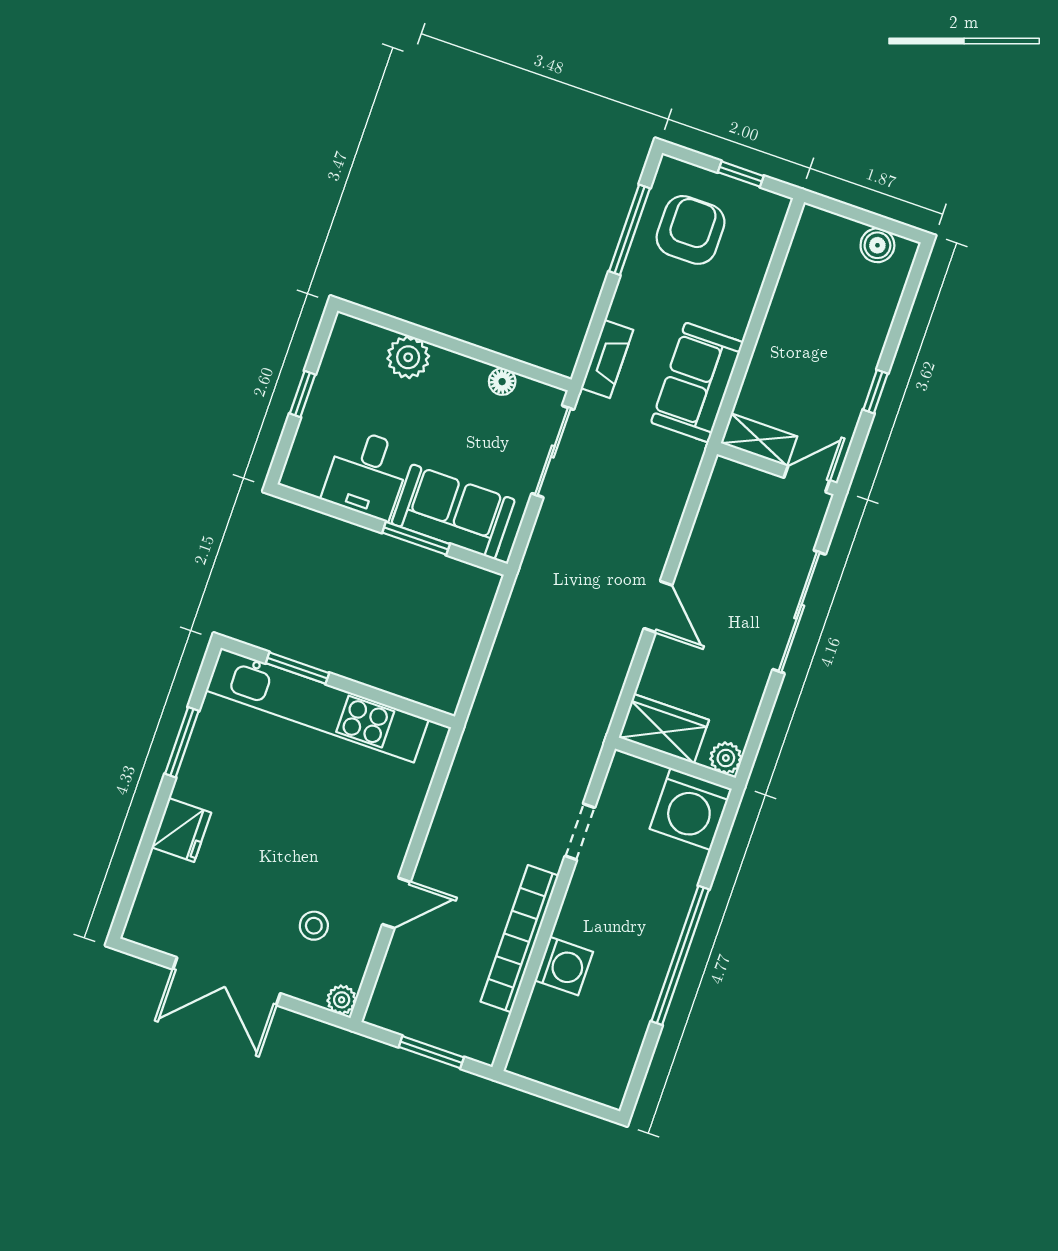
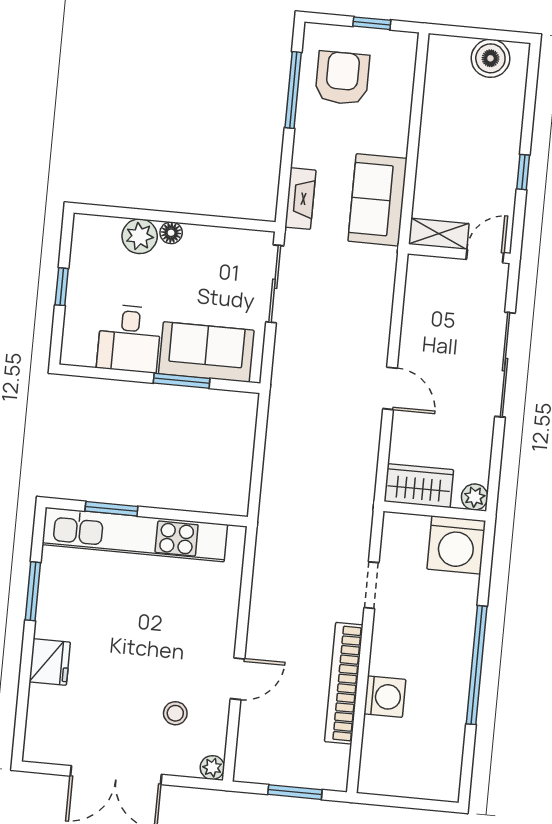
boiler: (877, 245) -> (490, 58), width x1.36, depth x1.36
floor lamp: (502, 382) -> (171, 233), moved

